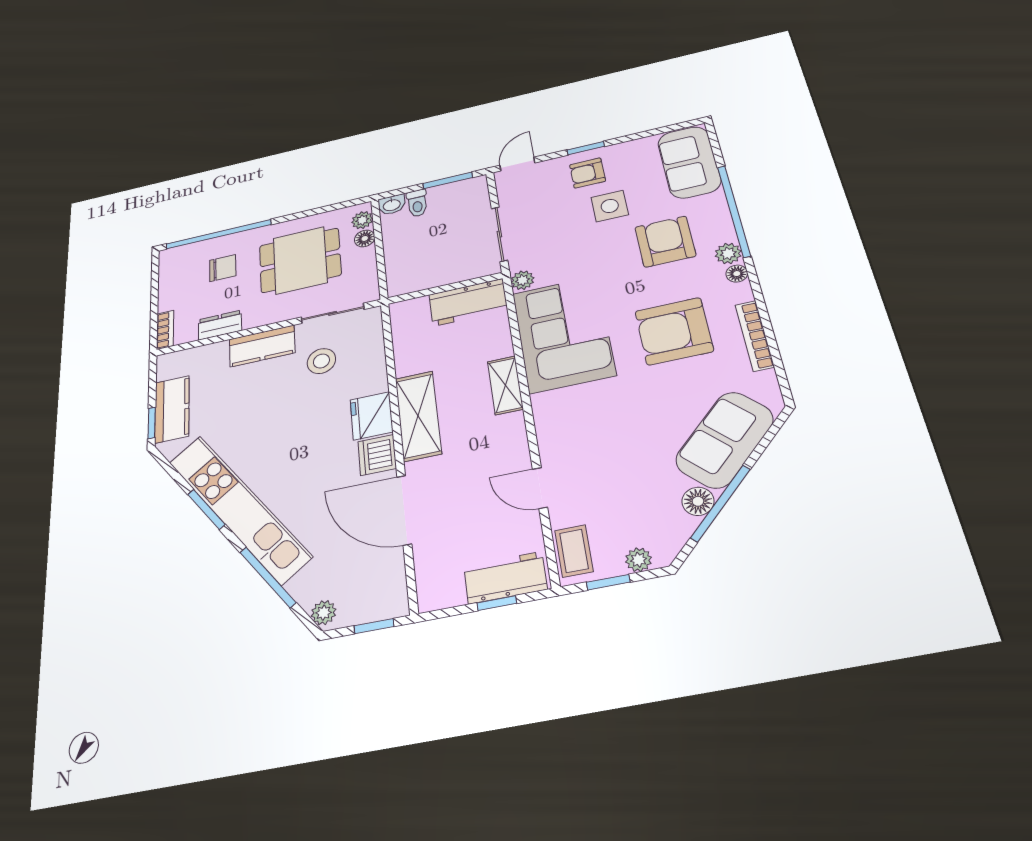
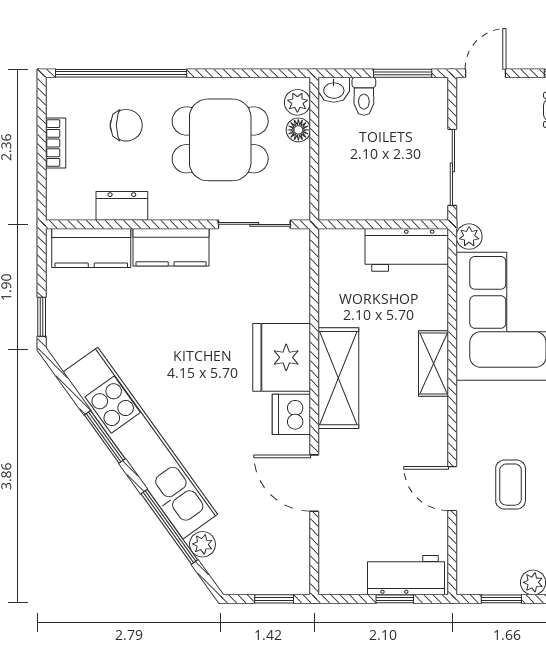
bookcase: (165, 330) -> (56, 143), moved
stool: (321, 361) -> (238, 284), removed
kitchen counter: (172, 409) -> (91, 248), moved, turned 90
fridge: (371, 416) -> (282, 357), width x1.36, depth x1.34
door: (404, 510) -> (314, 483), width x0.73
coffee table: (574, 551) -> (511, 485), moved
plant: (324, 613) -> (203, 544), moved

